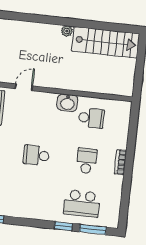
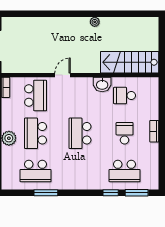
stairs: (105, 42) -> (130, 62), moved, turned 180
school desk: (91, 118) -> (125, 96), turned 180
school desk: (36, 155) -> (80, 133), width x1.85

